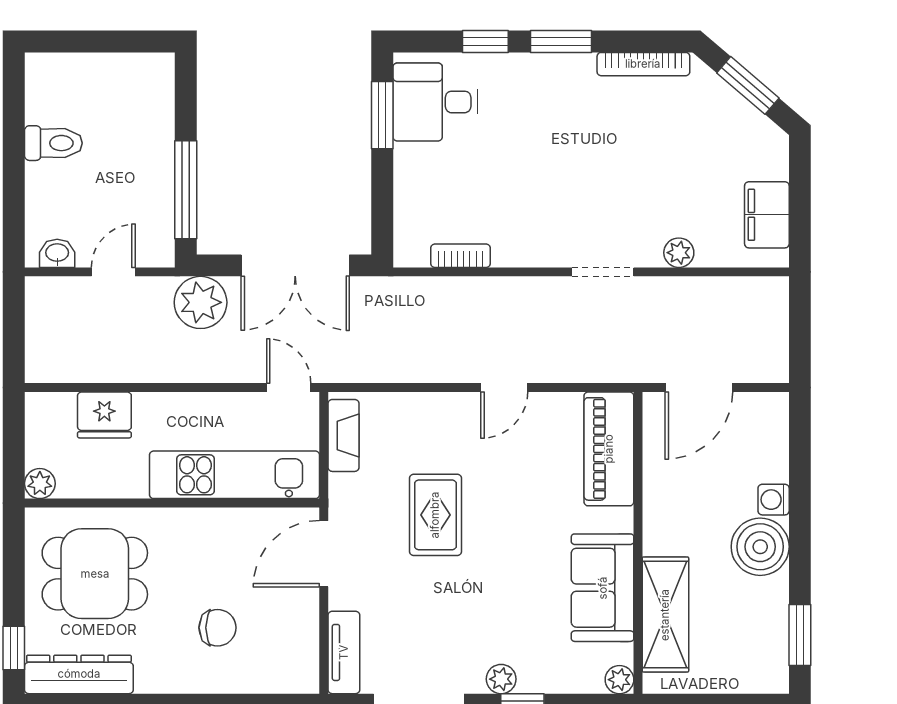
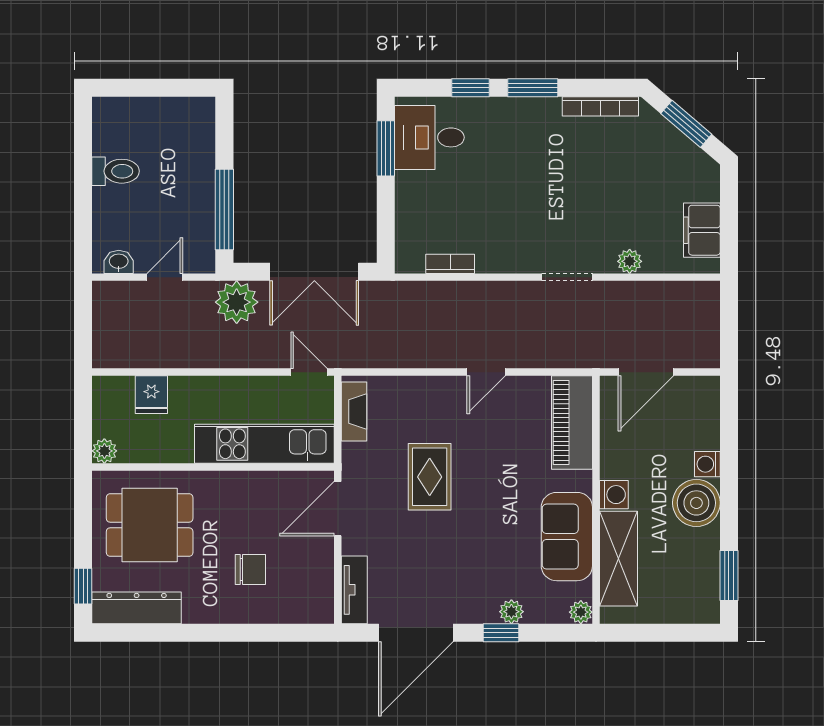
fridge: (104, 415) -> (151, 395), width x0.72
washing machine: (660, 537) -> (614, 495), added
plant: (501, 679) -> (511, 612), moved

